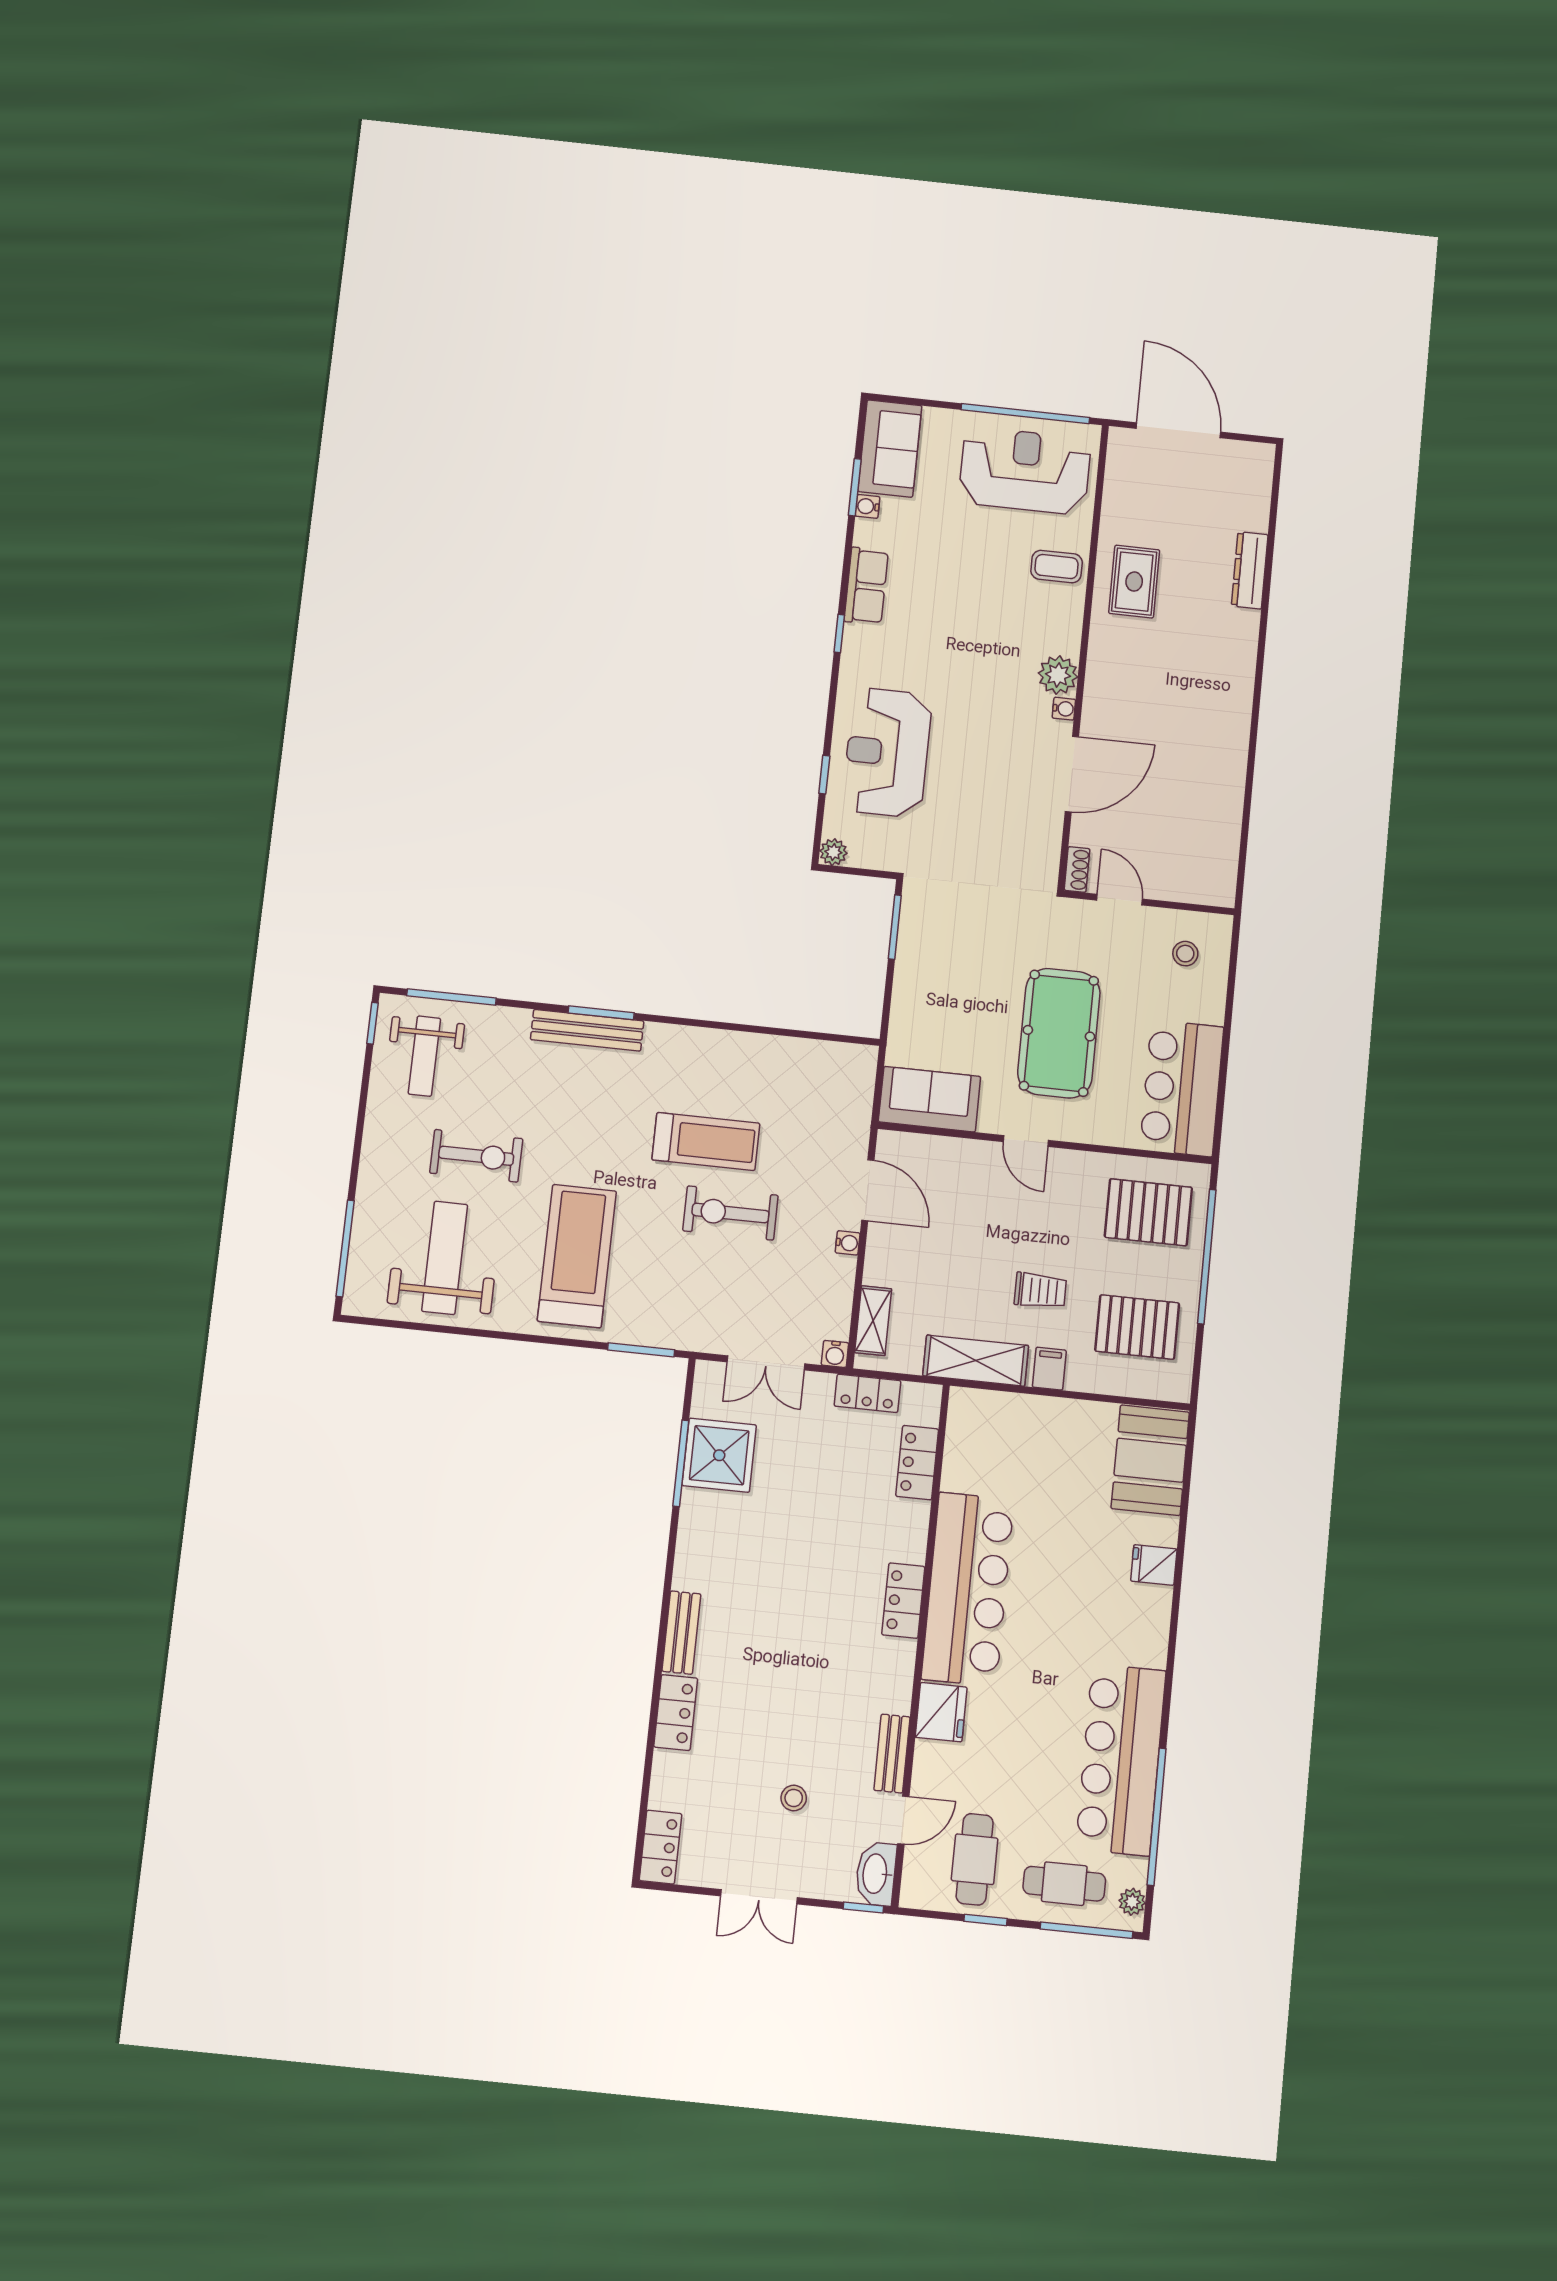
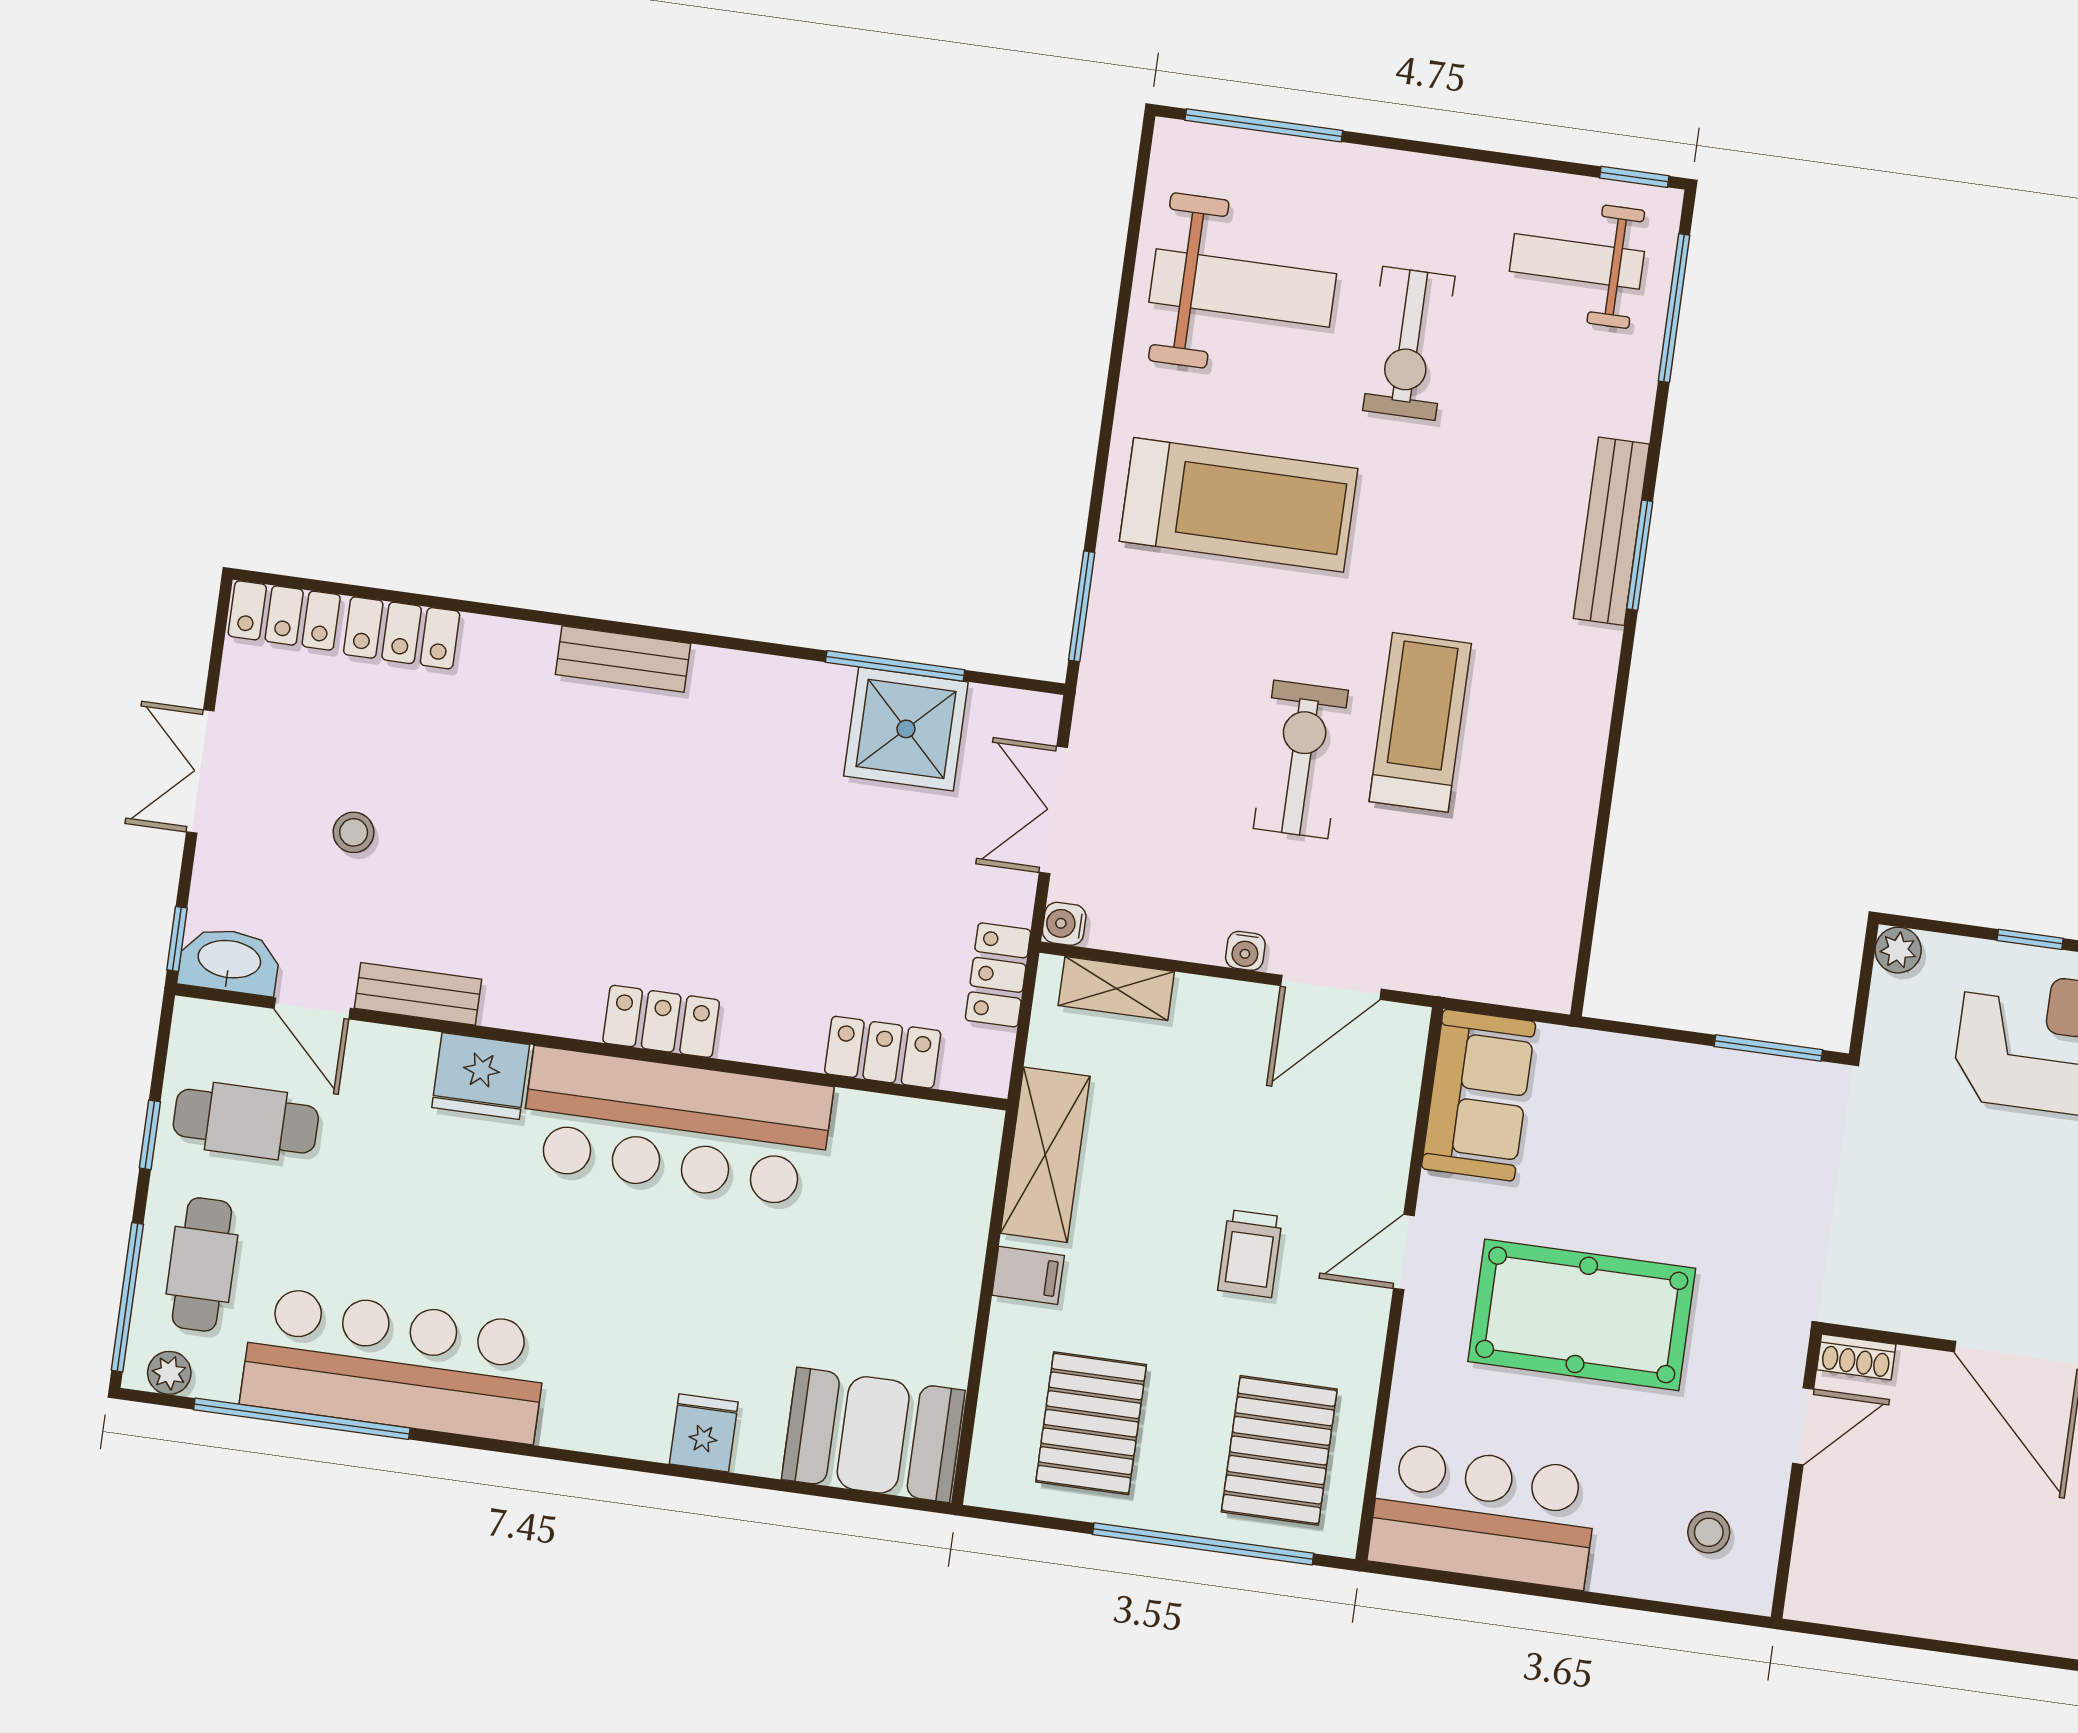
treadmill: (706, 1142) -> (1420, 722), turned 180
trolley: (1040, 1291) -> (1250, 1254), moved
locker: (676, 1713) -> (402, 633), moved

